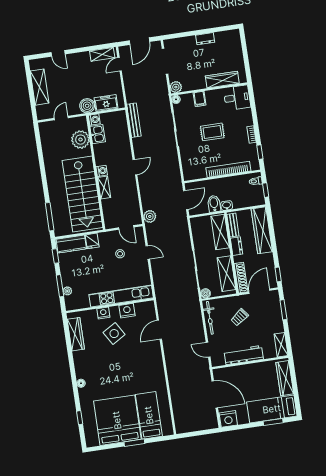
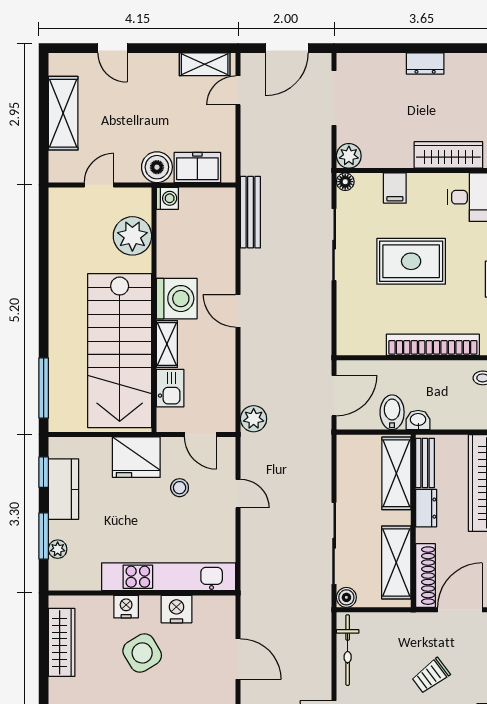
rug: (212, 132) -> (411, 261), width x1.36, depth x1.43
kitchen sink: (98, 134) -> (170, 388), moved
door: (135, 167) -> (238, 311), swing flipped
washing machine: (102, 171) -> (177, 299), width x1.89, depth x1.89
fridge: (92, 241) -> (136, 457), width x1.88, depth x1.34
kitchen counter: (71, 244) -> (64, 489), moved, turned -90
trolley: (240, 317) -> (431, 676), moved
door: (159, 330) -> (238, 659), swing flipped

